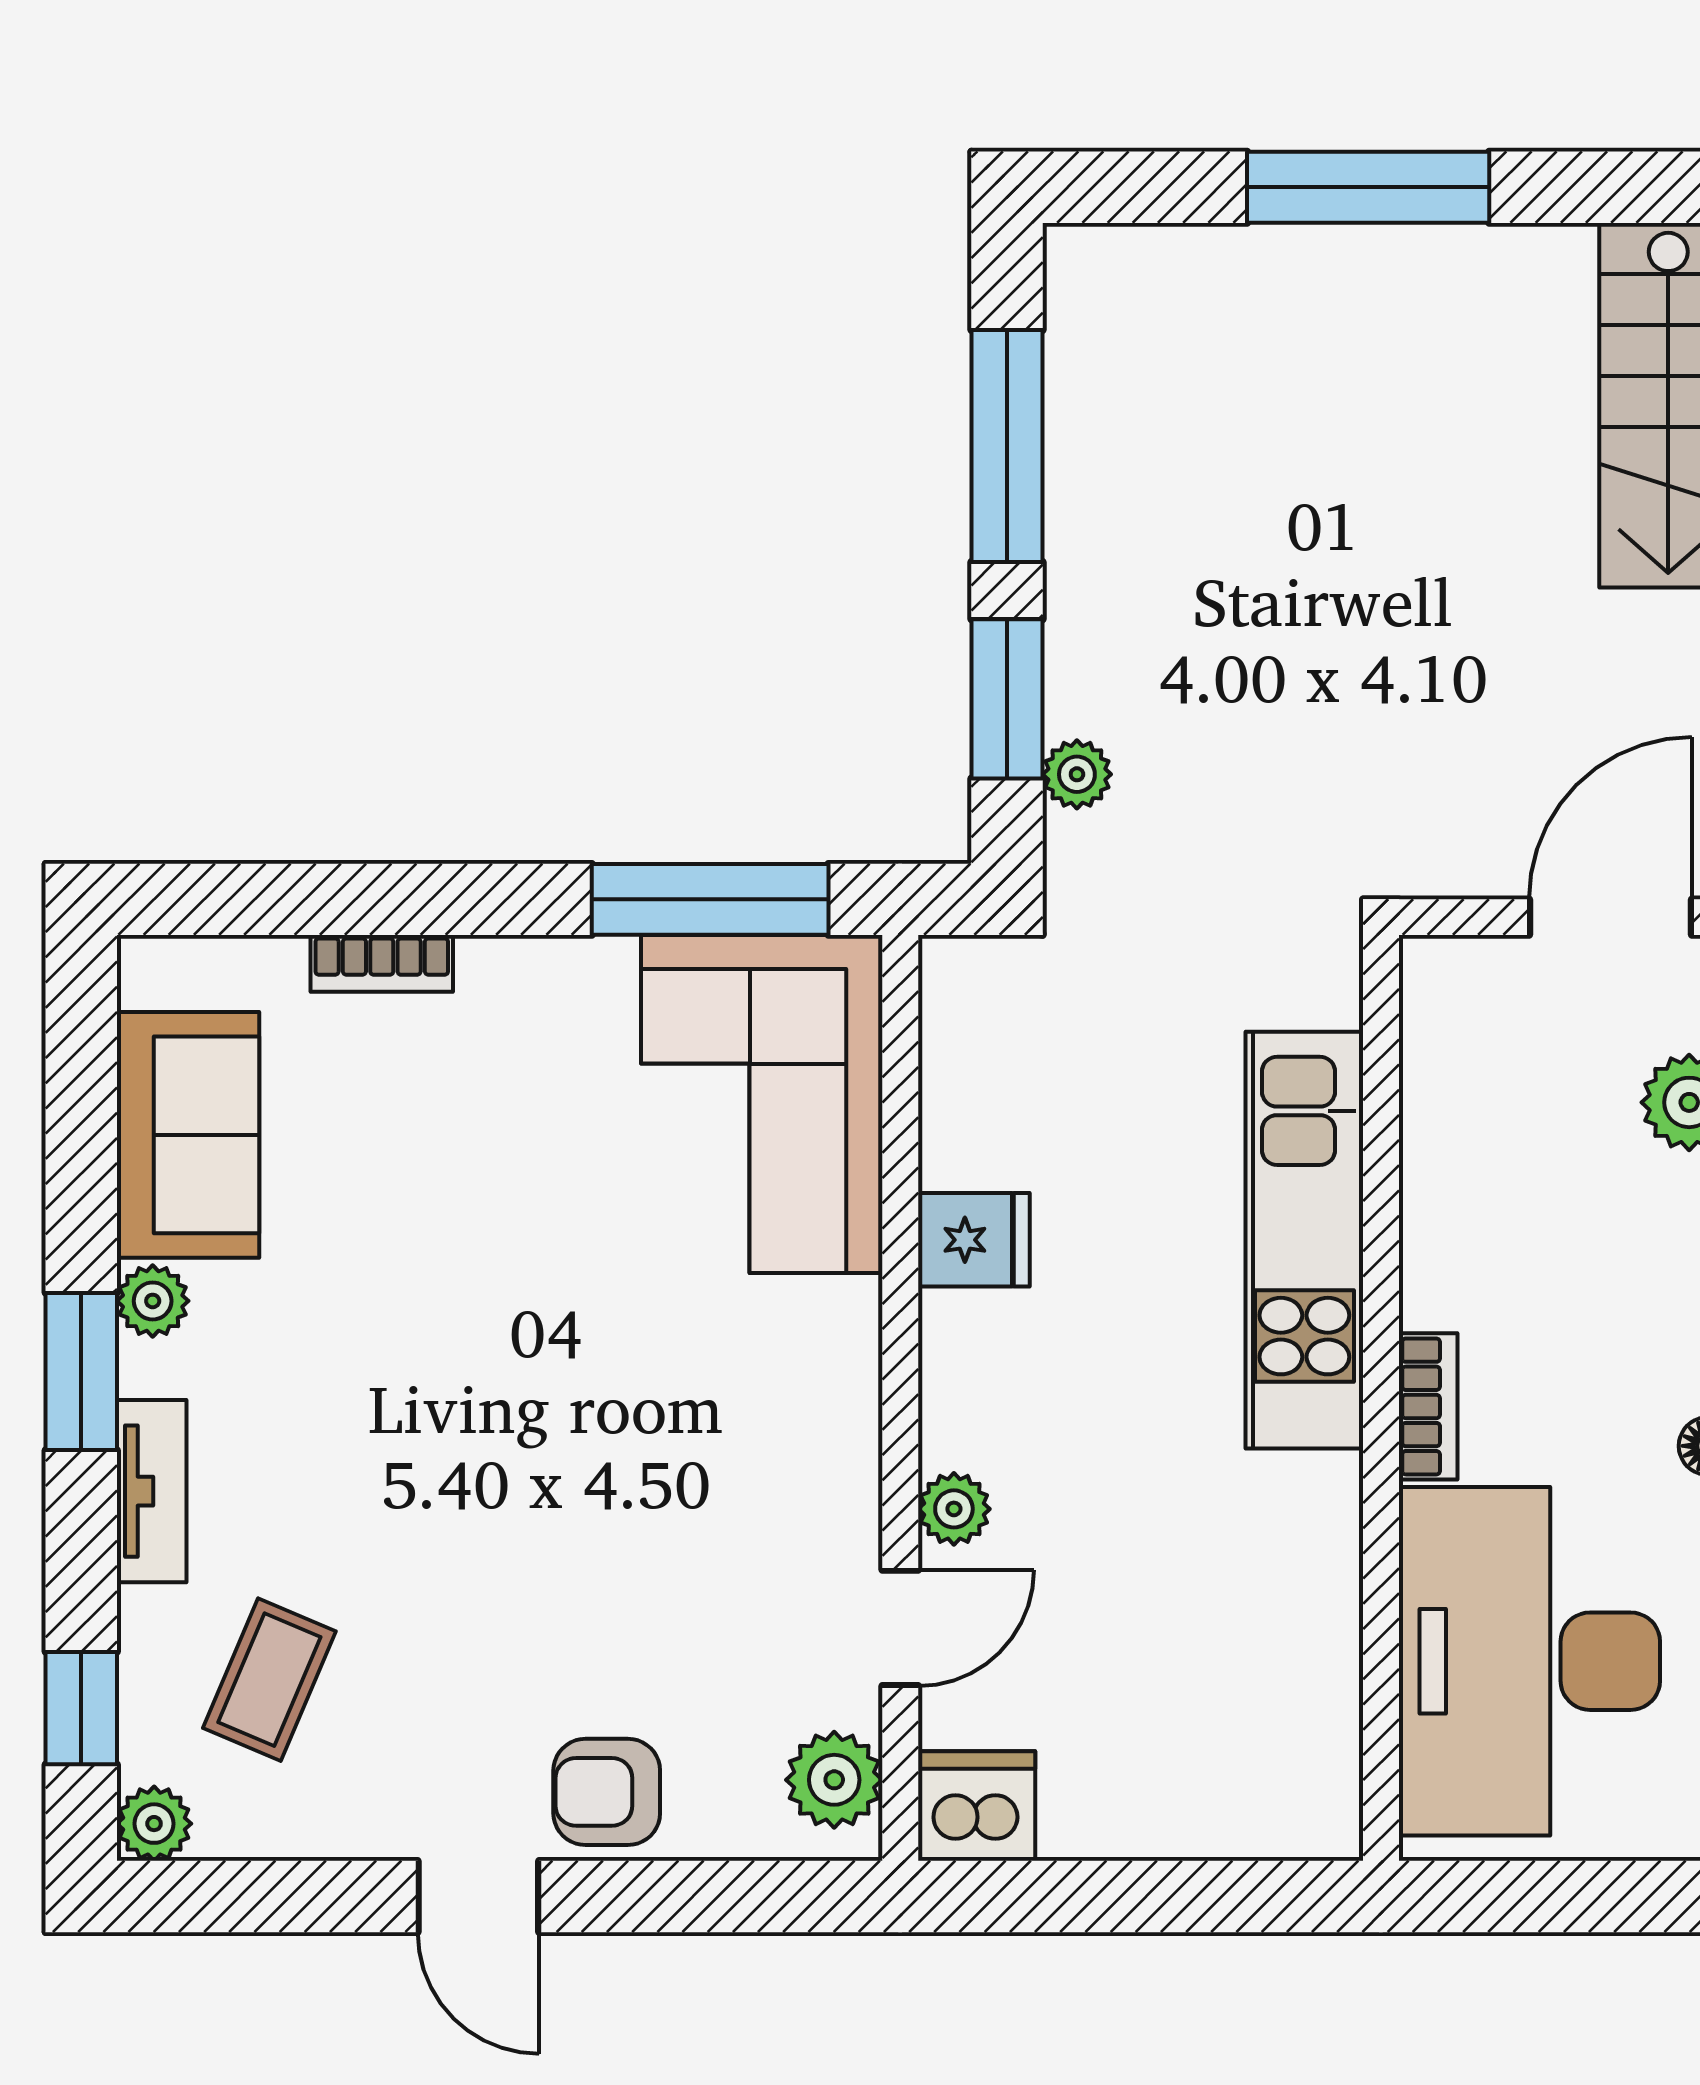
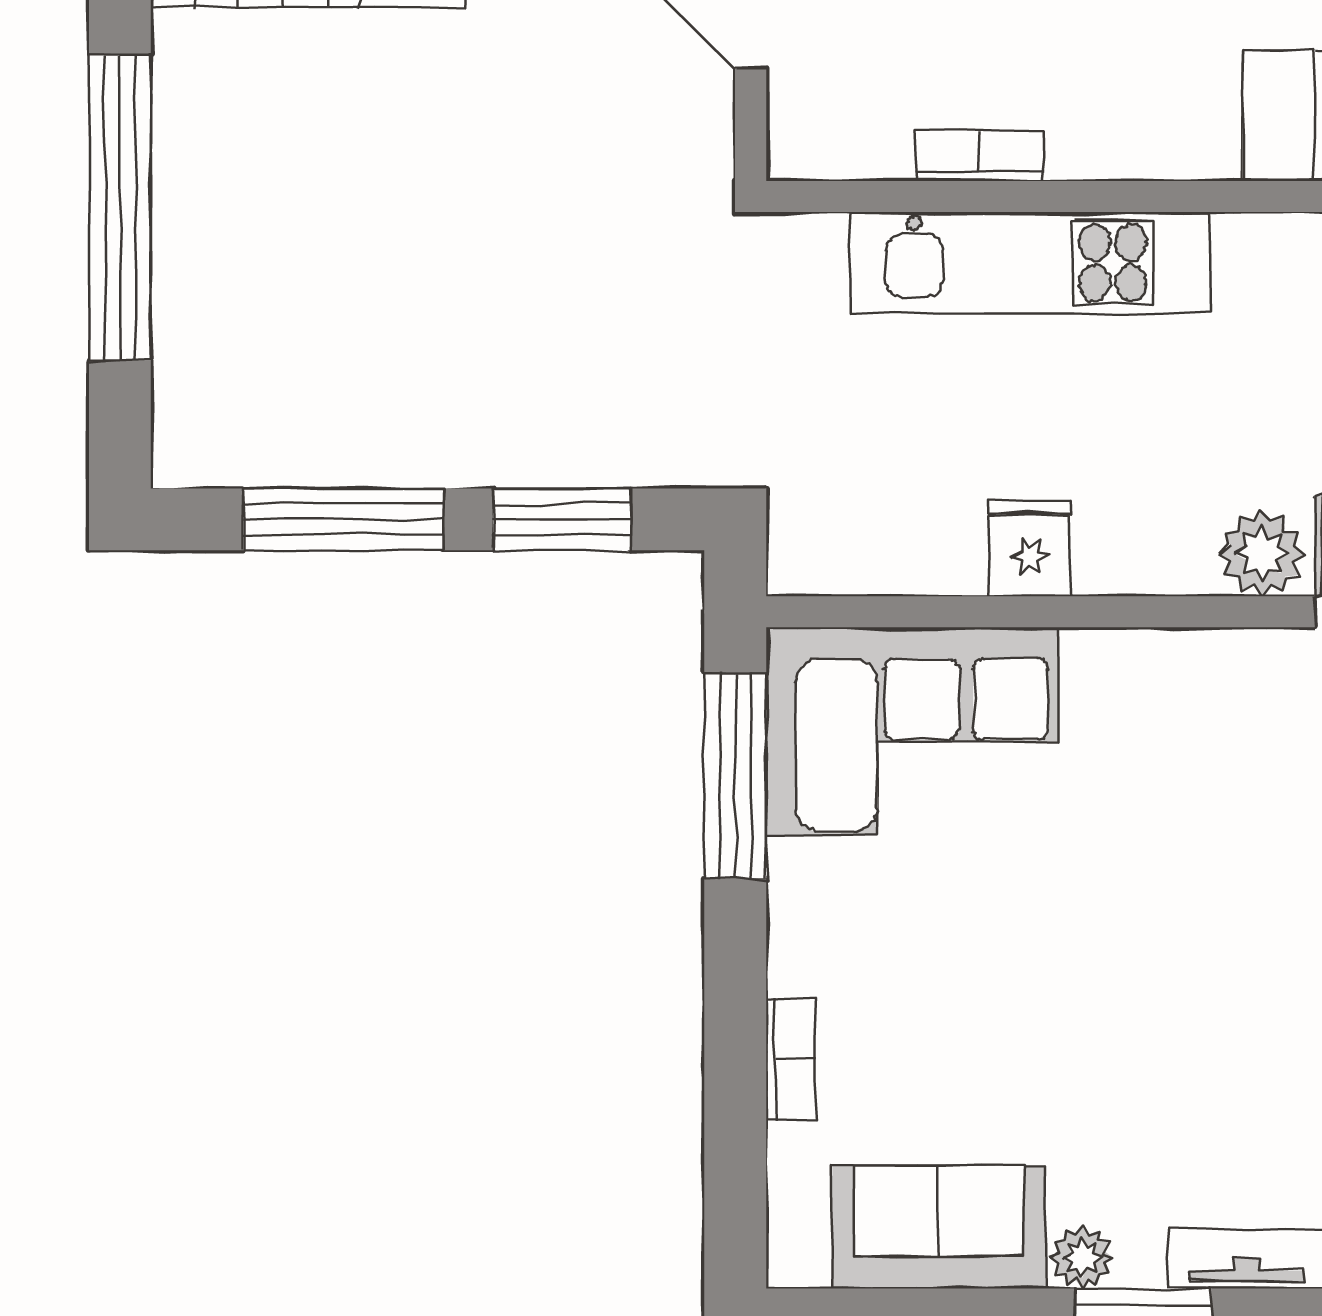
window: (1368, 187) -> (120, 207), width x1.46
plant: (1077, 774) -> (627, 459), removed
bookcase: (1428, 1406) -> (979, 156), moved
plant: (954, 1509) -> (1262, 554), width x1.38, depth x1.38

